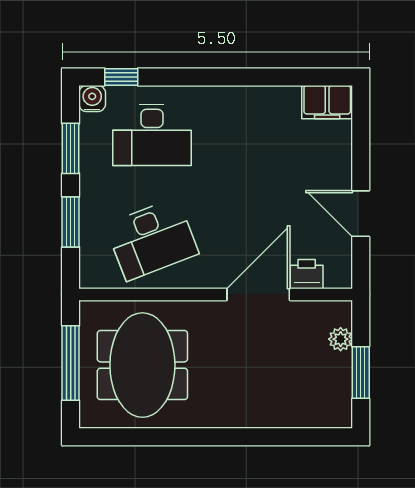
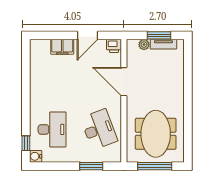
filing cabinet: (327, 102) -> (62, 47), moved, turned 90
window: (71, 148) -> (58, 166), removed
printer: (307, 274) -> (114, 46), moved, turned -90
meeting table: (142, 365) -> (156, 134), turned 90
tv unit: (341, 382) -> (163, 44), added

